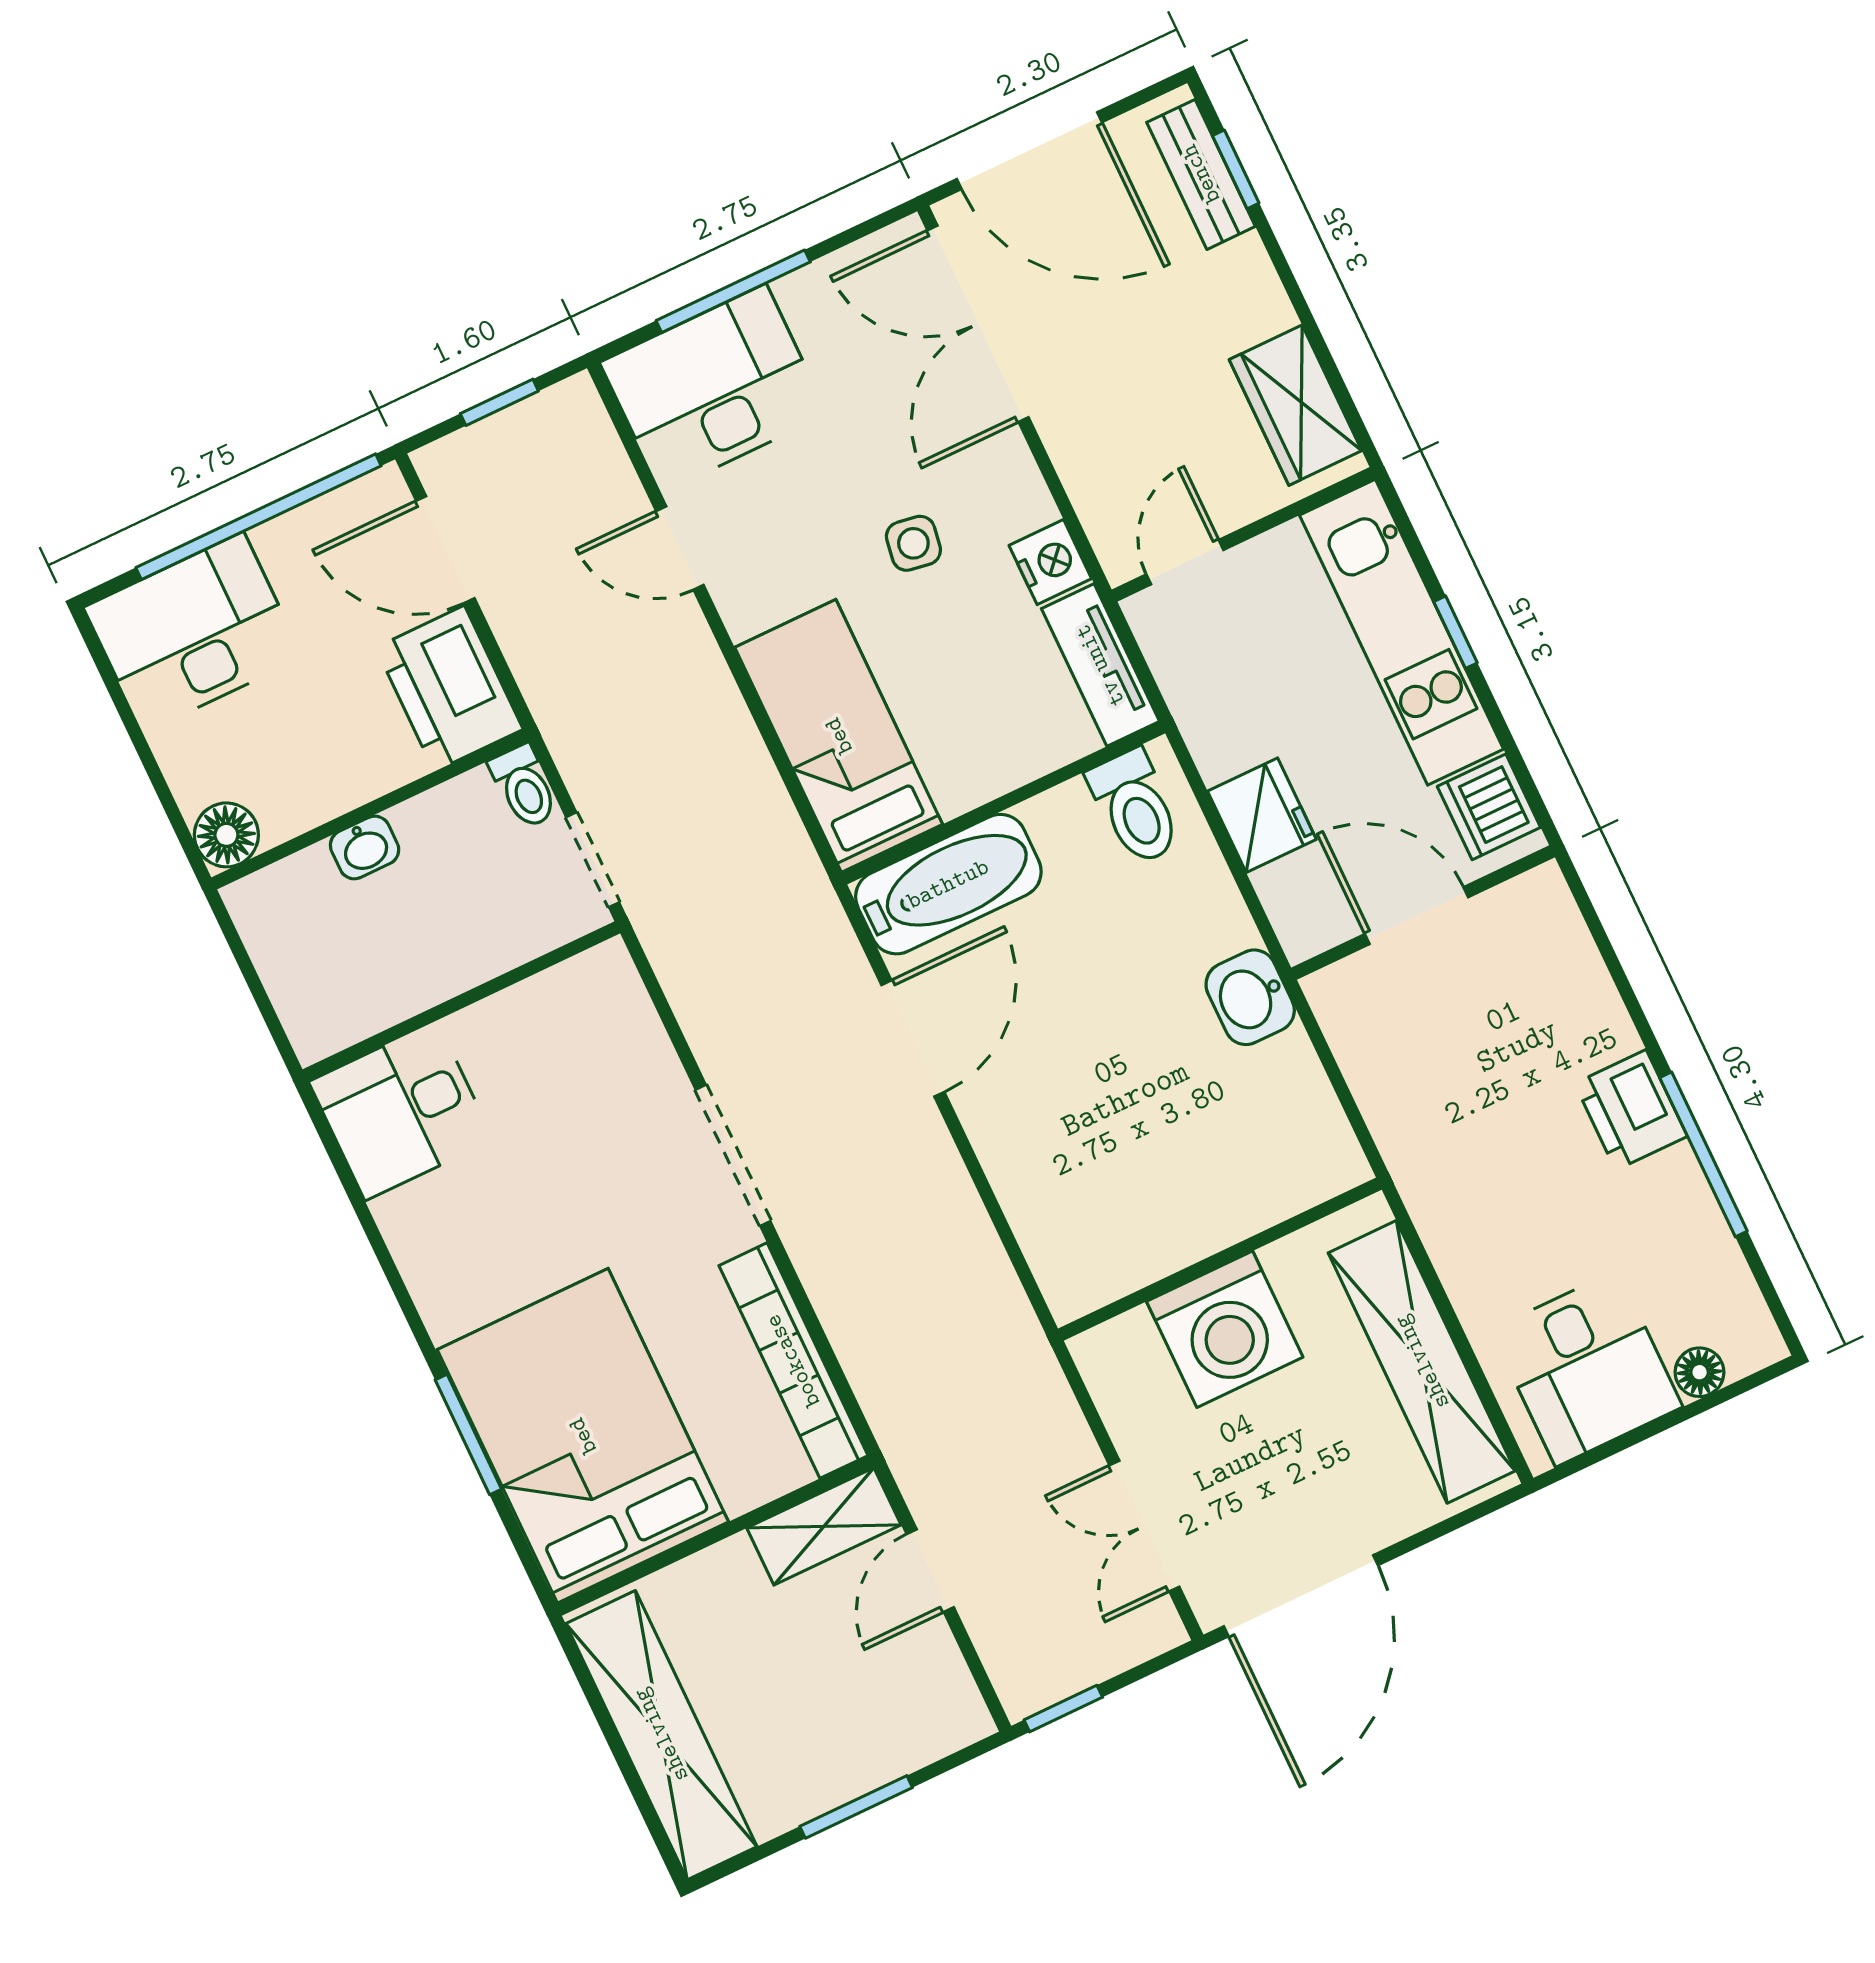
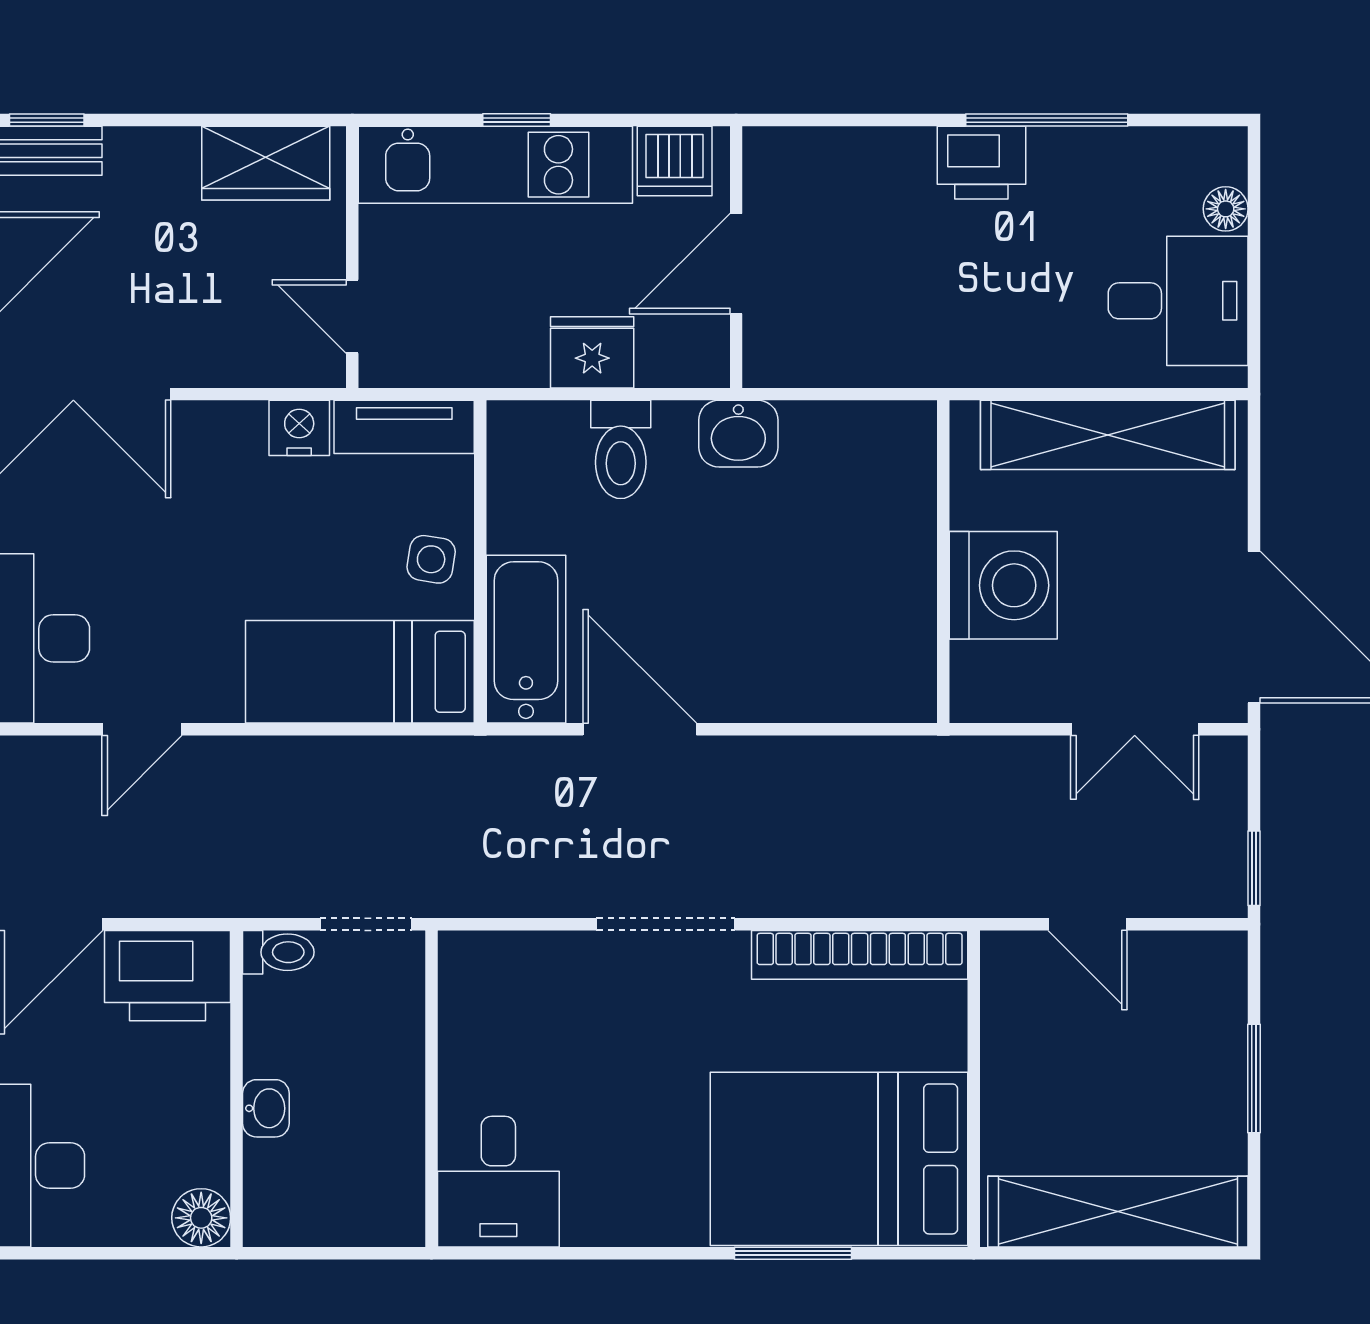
side table: (913, 543) -> (431, 559), moved
toilet: (1135, 807) -> (621, 449), moved, turned 90
shelving: (824, 1526) -> (1009, 995), removed

